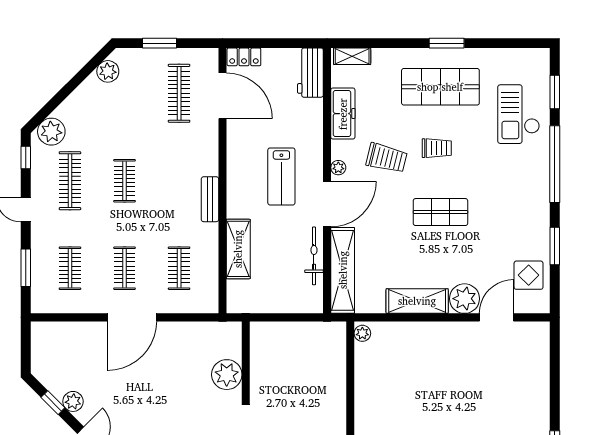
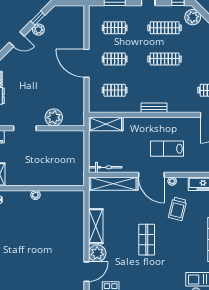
trolley: (437, 148) -> (183, 237), removed
clothes rail: (125, 181) -> (165, 59), width x1.36
shelving: (238, 249) -> (106, 124), moved
bicycle: (314, 256) -> (105, 167), moved
door: (497, 317) -> (86, 272), hinge flipped
plant: (362, 333) -> (35, 195), moved

